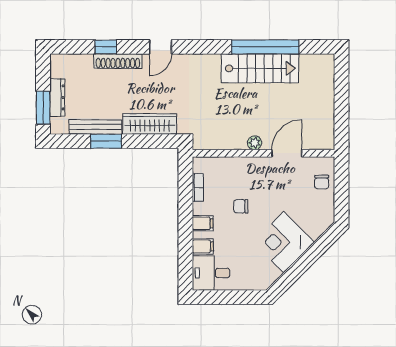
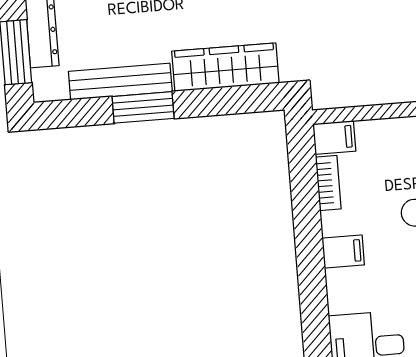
filing cabinet: (203, 246) -> (334, 138), moved

